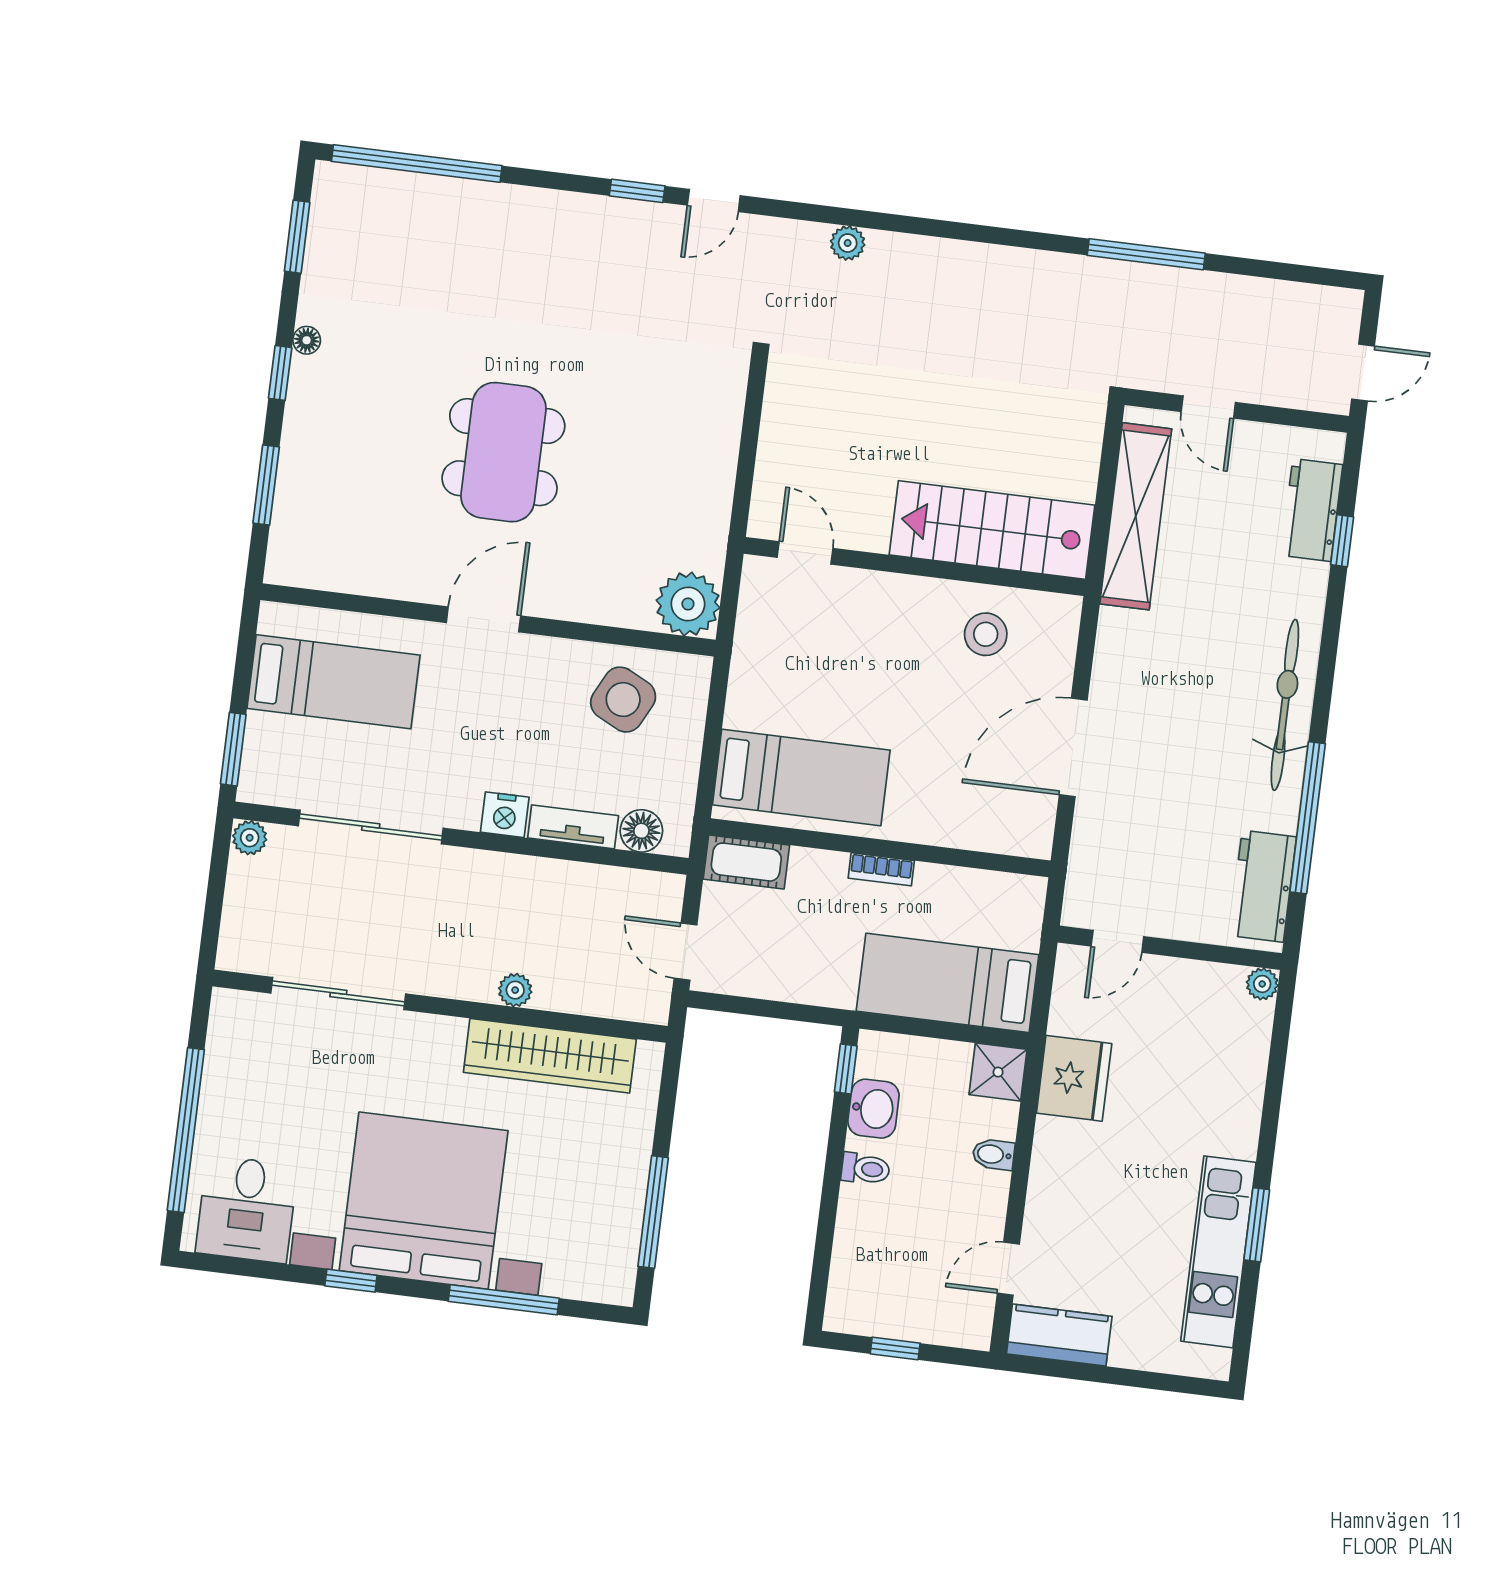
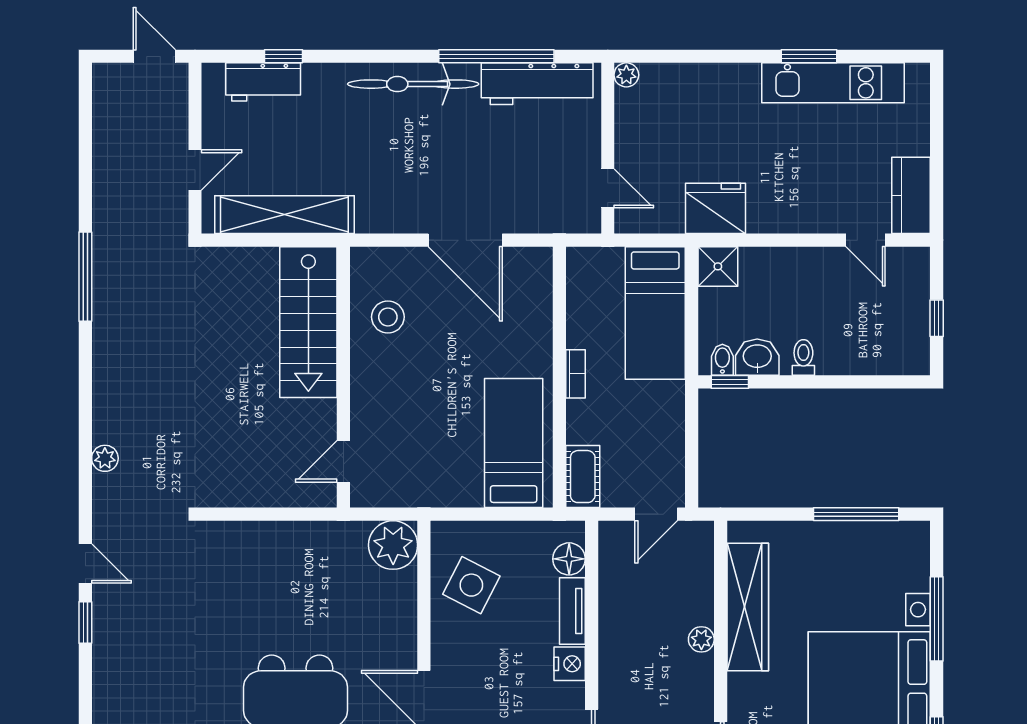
window: (1146, 254) -> (85, 277), moved
workbench: (1263, 886) -> (537, 84), width x1.38
bidet: (993, 1154) -> (722, 360), moved, turned 180

